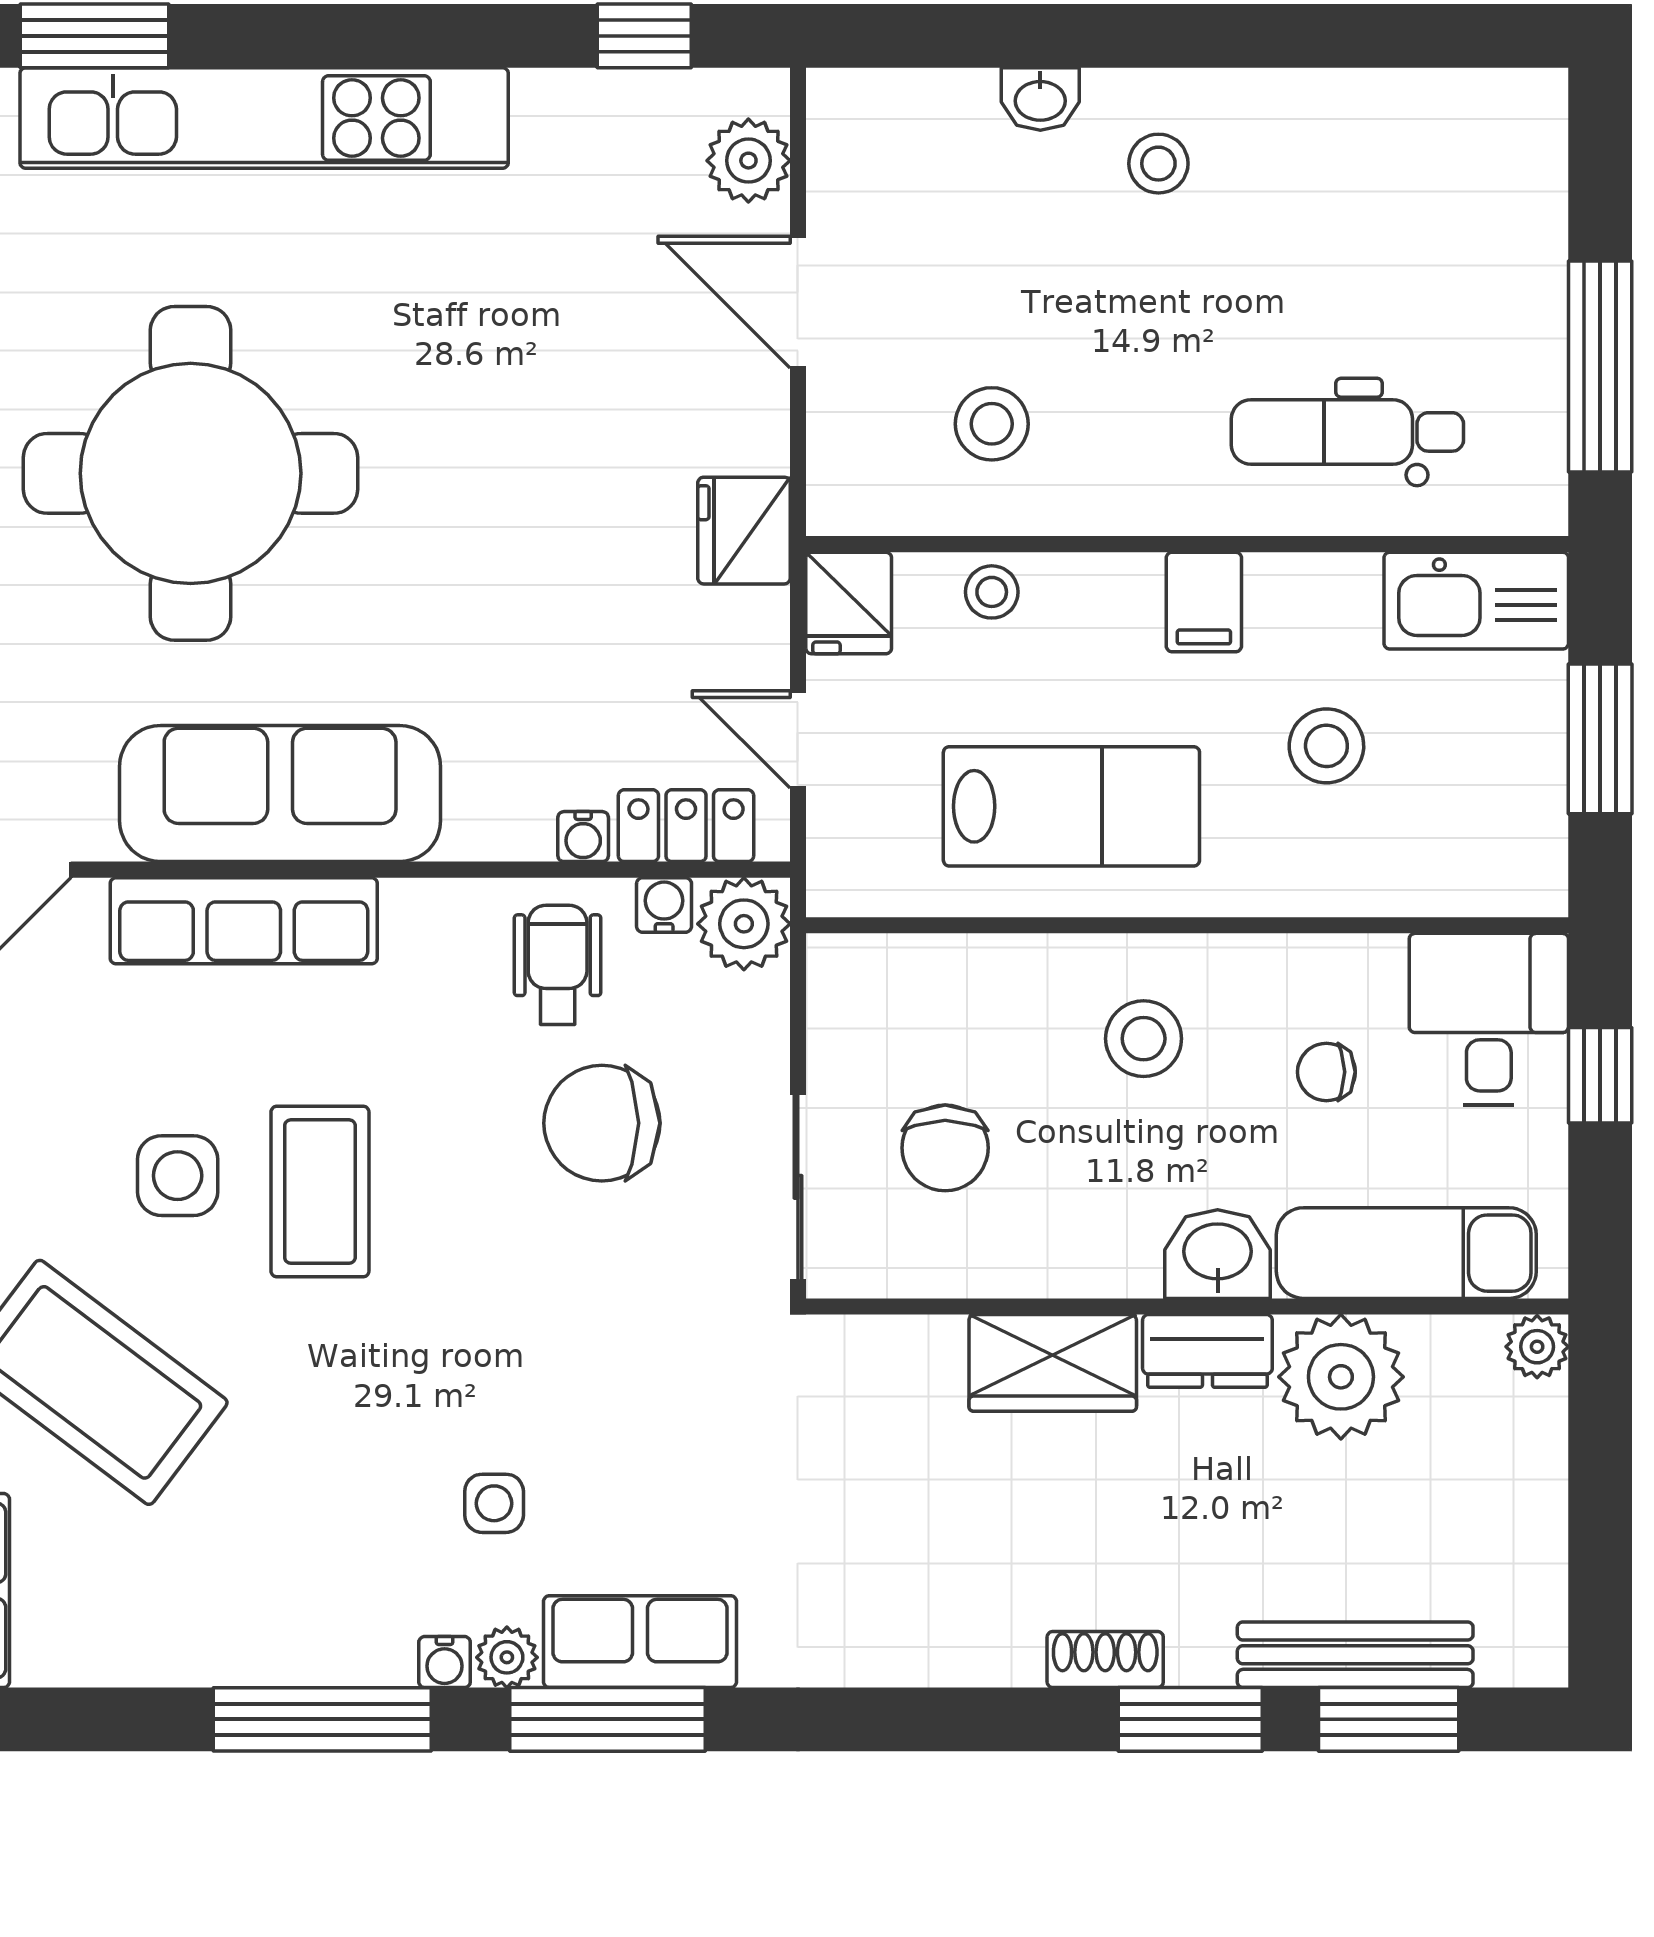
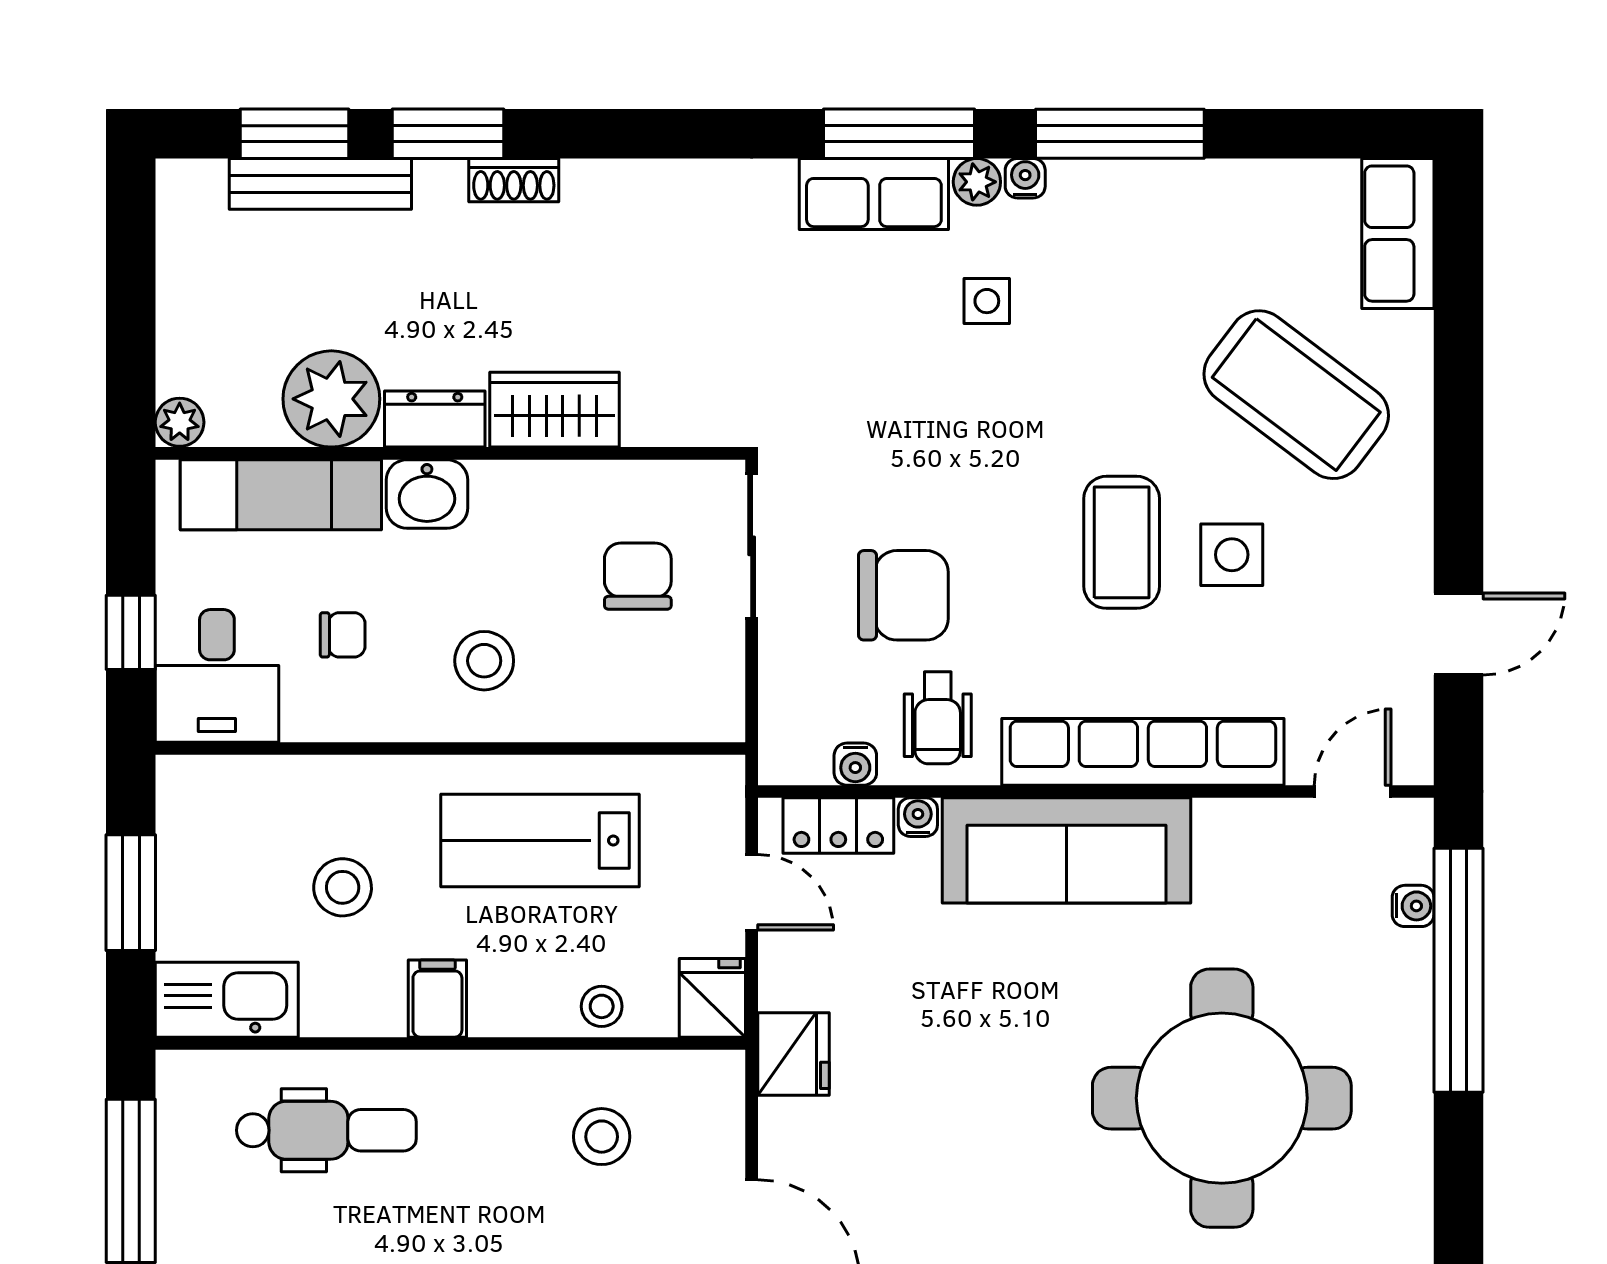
sofa: (280, 794) -> (1066, 850), moved
row of seats: (244, 921) -> (1143, 752), width x1.36
plant: (744, 924) -> (793, 750), removed

